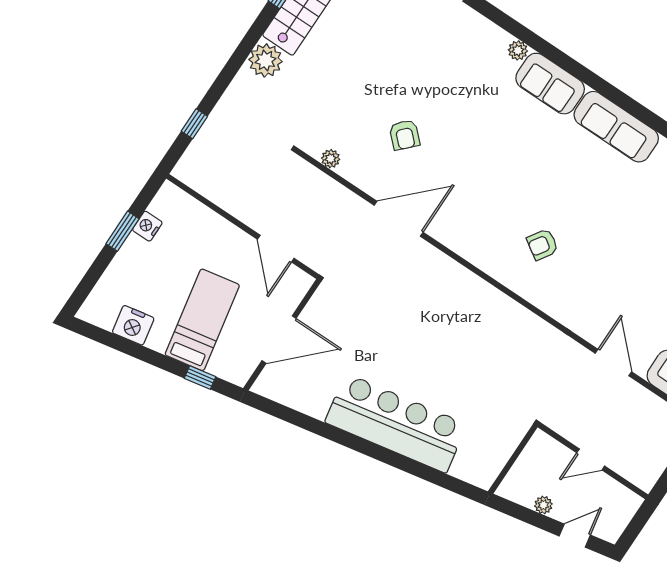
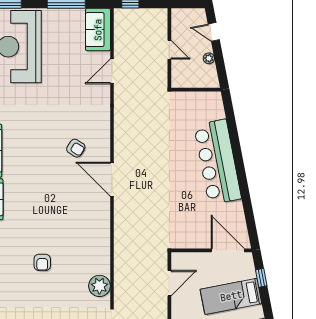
armchair: (405, 135) -> (42, 262), moved, turned 136
plant: (331, 159) -> (99, 286), width x1.87, depth x1.87
door: (399, 219) -> (112, 179), moved
door: (279, 340) -> (228, 250), moved

